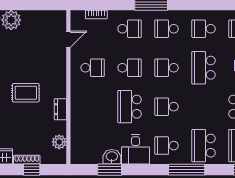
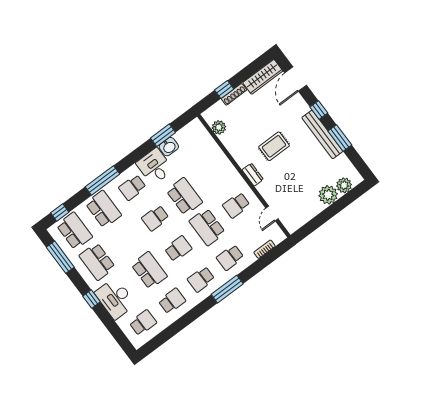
school desk: (167, 29) -> (201, 279), turned 180
school desk: (130, 68) -> (207, 227), width x1.85
school desk: (167, 107) -> (155, 218), turned 180
dresser: (60, 109) -> (253, 175), moved
school desk: (167, 146) -> (132, 187), turned 180

